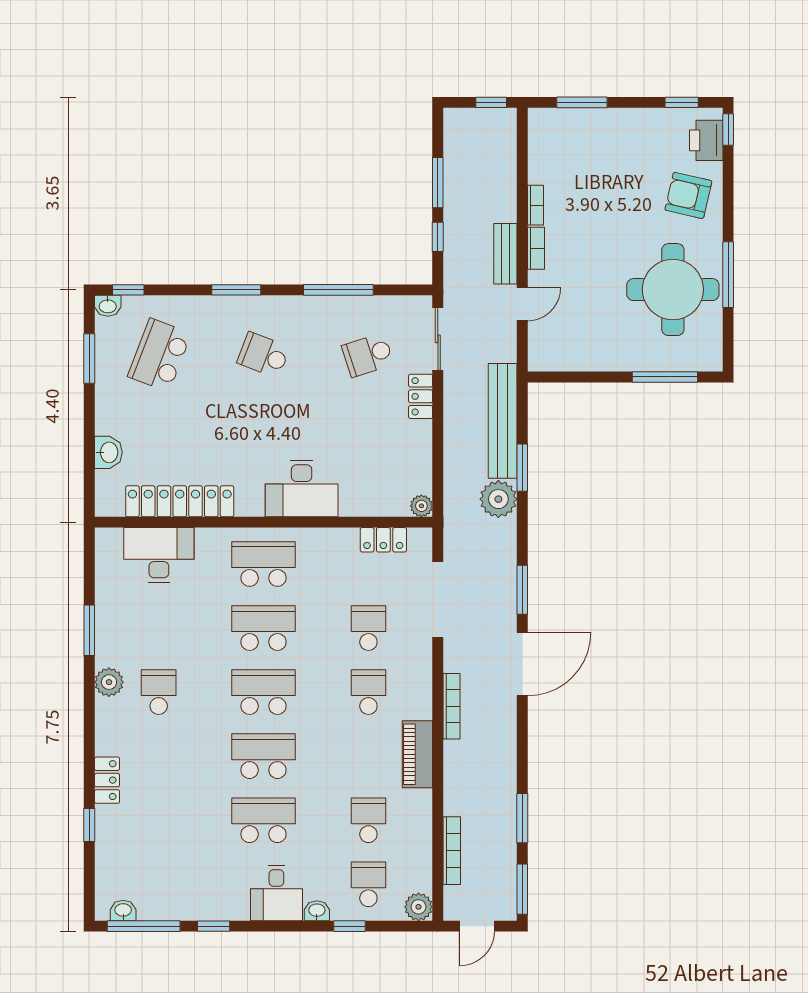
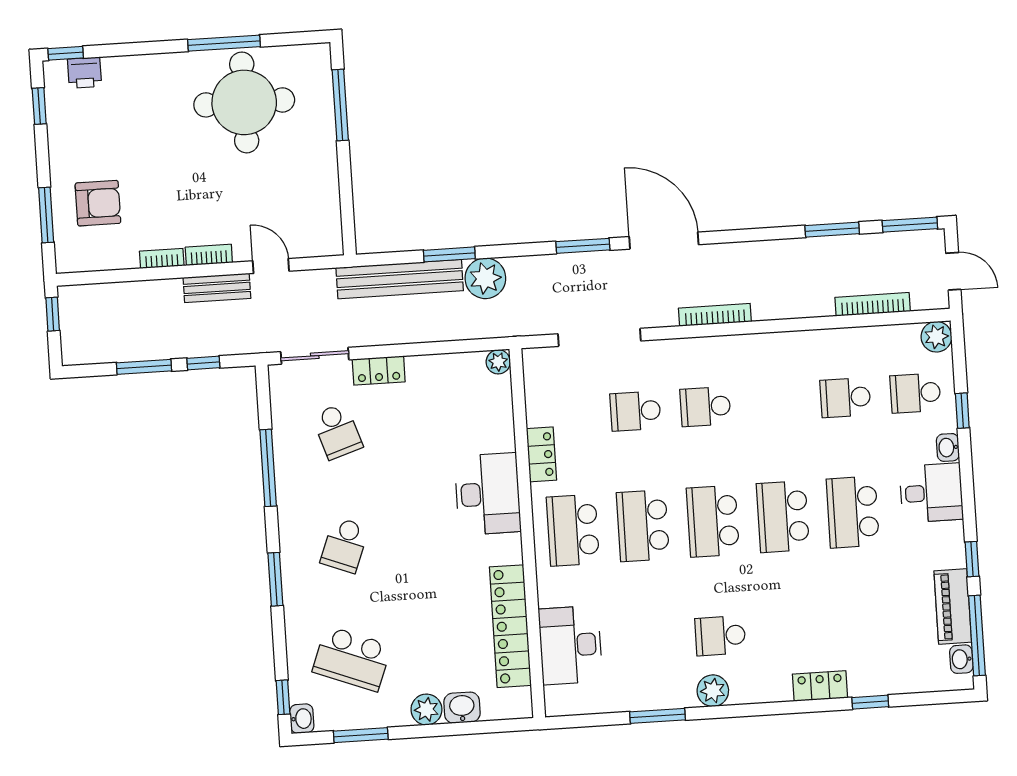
printer: (706, 140) -> (85, 73), width x0.73, depth x0.81
armchair: (688, 195) -> (98, 203), moved, turned -103
plant: (109, 420) -> (426, 710), added
locker: (383, 540) -> (541, 454), moved
piano: (417, 754) -> (953, 607), moved, turned 90

